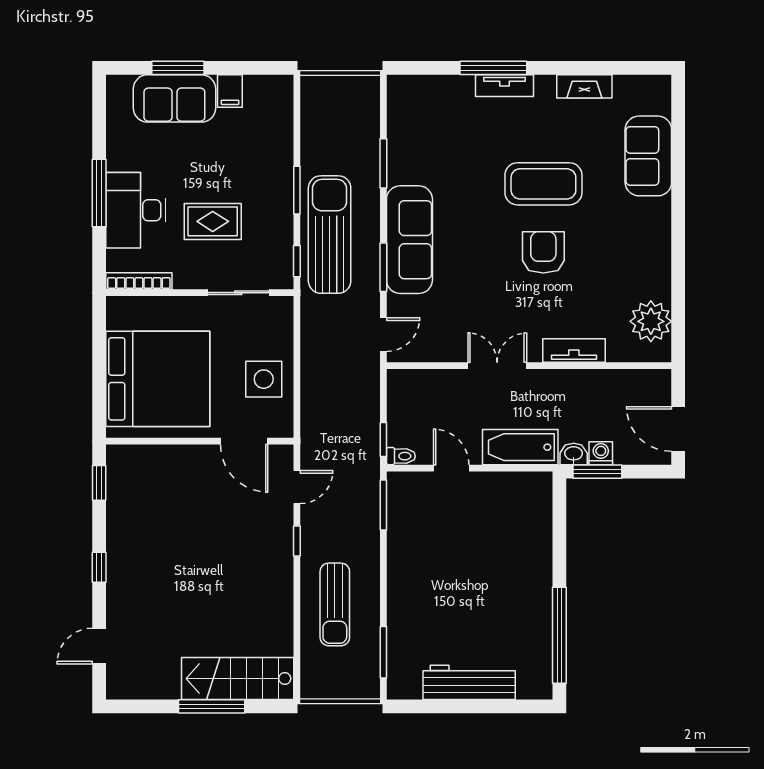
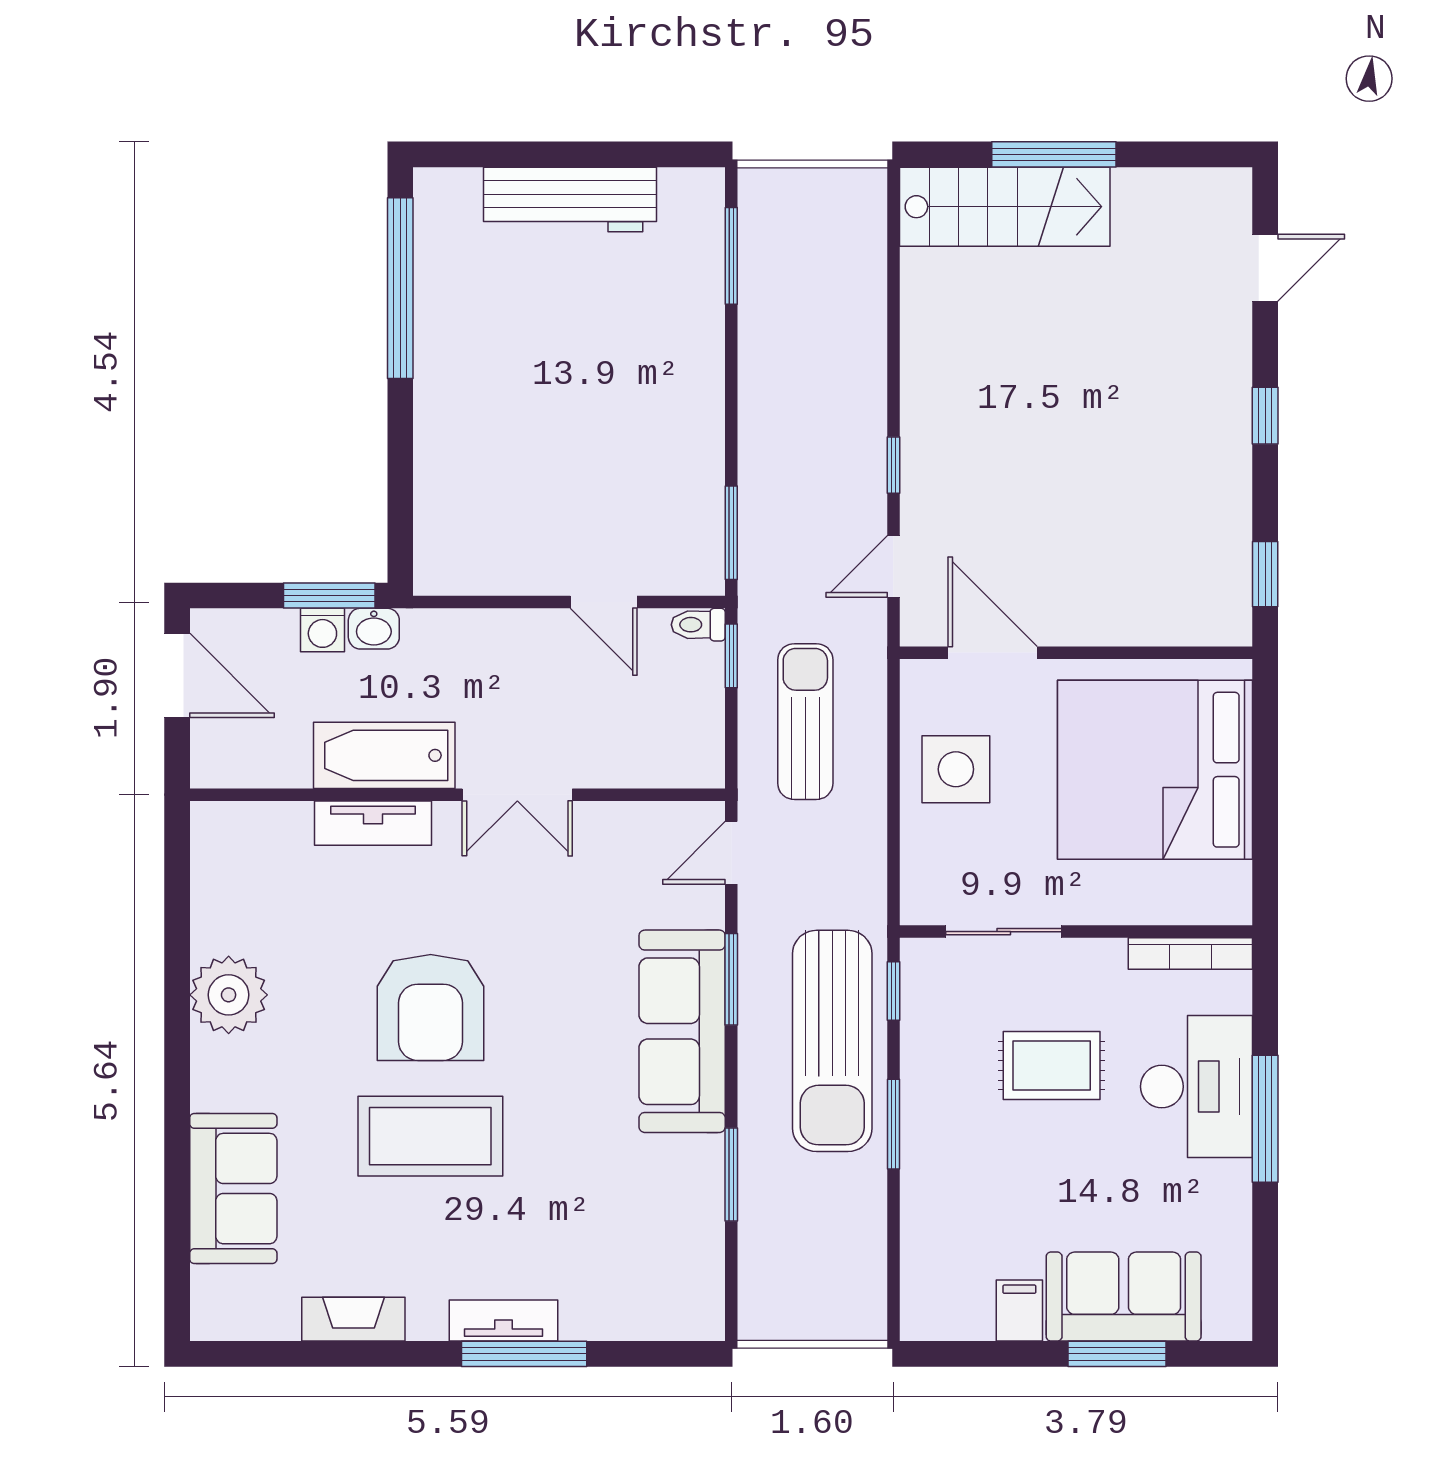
armchair: (543, 252) -> (431, 1007), width x1.36, depth x1.36
plant: (651, 321) -> (229, 995), moved
bathtub: (520, 447) -> (384, 755), moved, turned 180
sun lounger: (335, 604) -> (805, 722), moved

